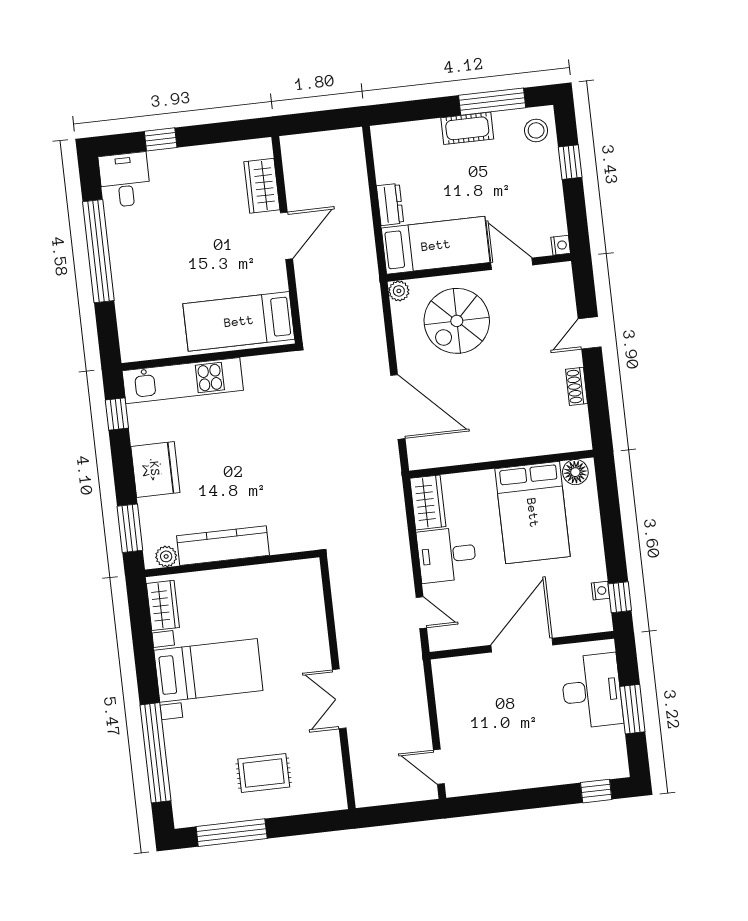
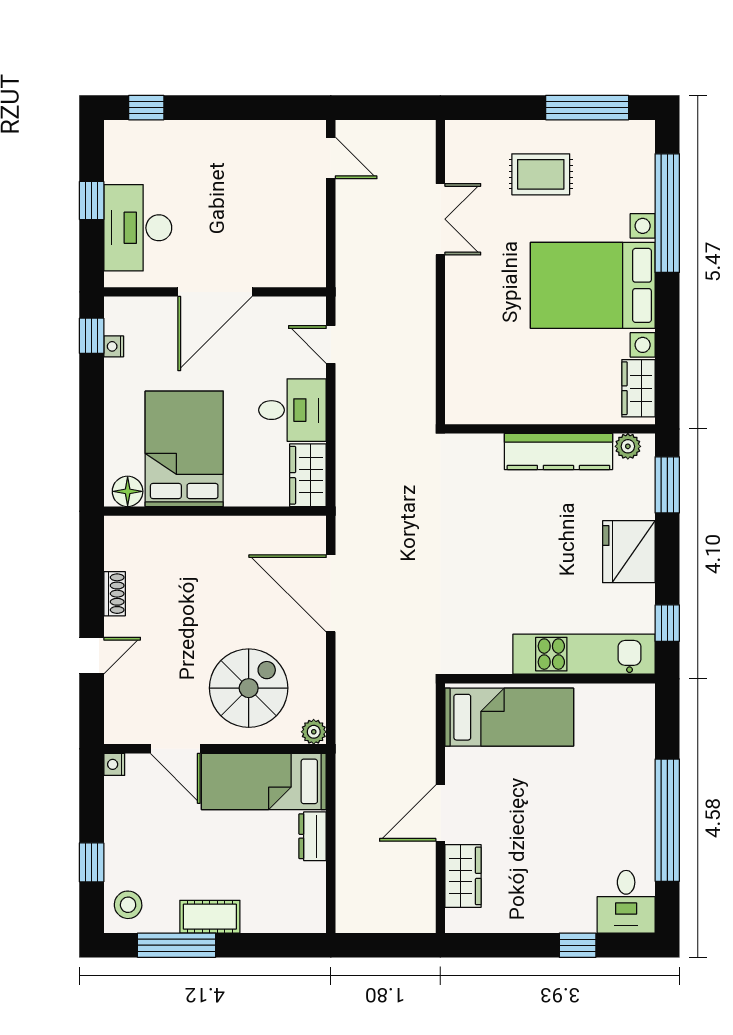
bed with nightstands: (208, 670) -> (593, 285), width x1.36
double door: (339, 699) -> (440, 219), moved
window: (632, 709) -> (92, 200), width x0.67

